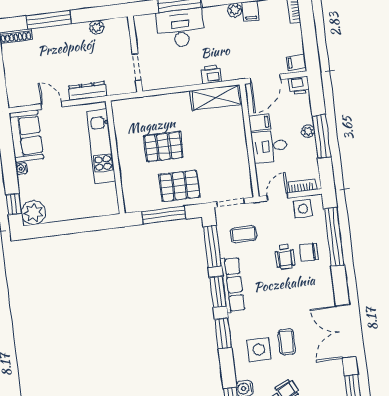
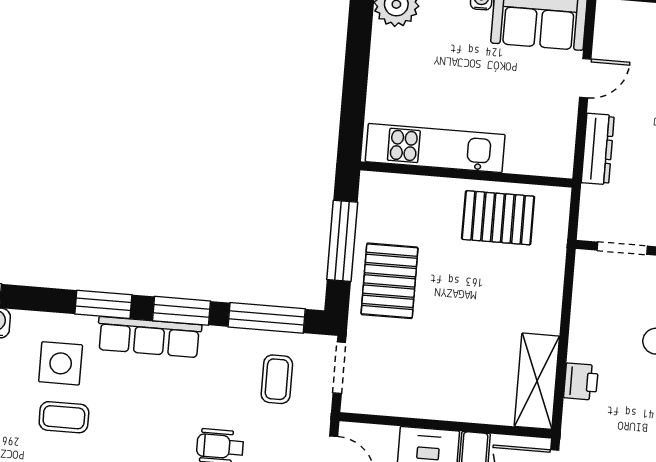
kitchen unit: (101, 146) -> (435, 148), moved
pallet: (163, 147) -> (498, 218), moved, turned 90
row of seats: (233, 285) -> (149, 337), moved

